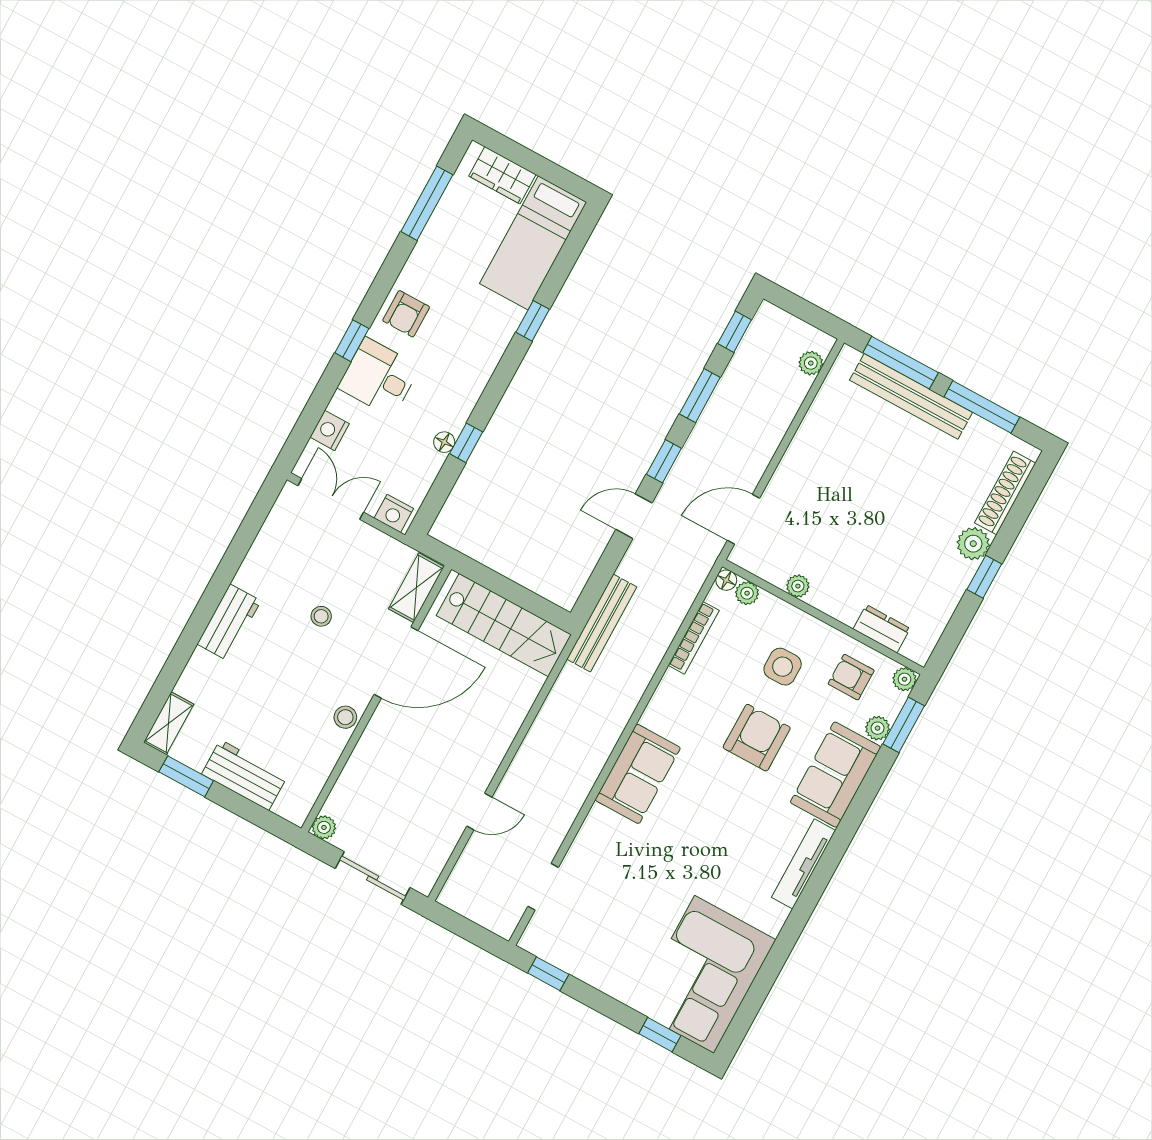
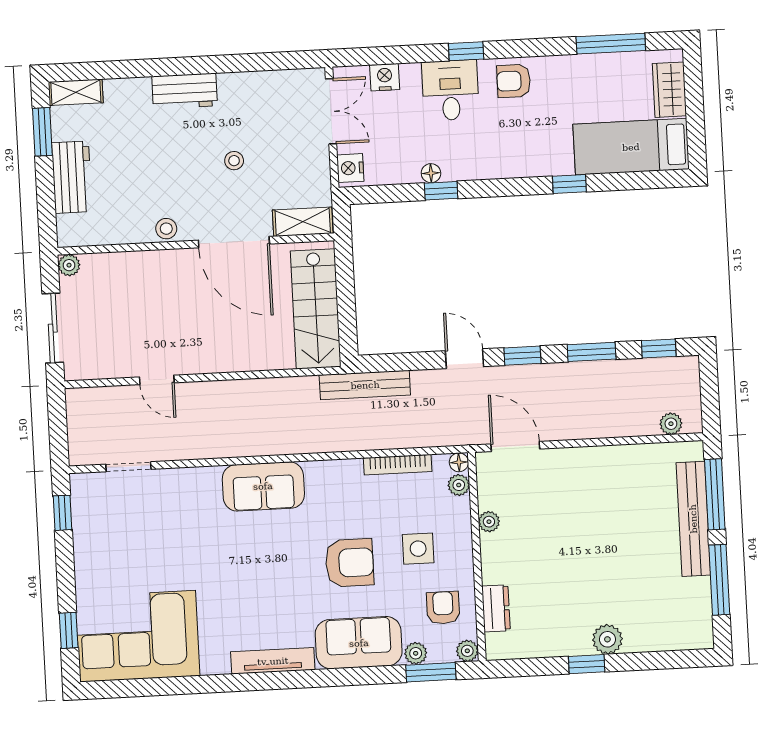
shoe rack: (1005, 493) -> (663, 640), removed

